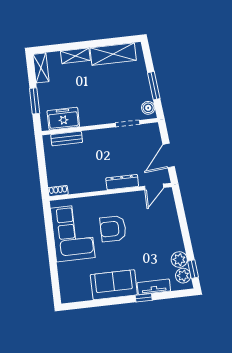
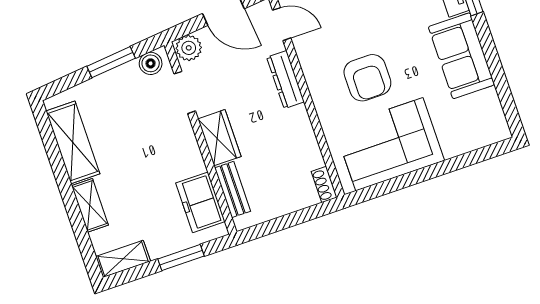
plant: (152, 131) -> (189, 48), added
wardrobe: (98, 138) -> (219, 138), added

